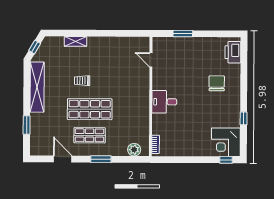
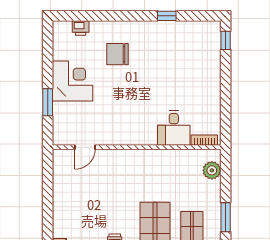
printer: (233, 52) -> (81, 28), width x0.53, depth x0.68
desk: (164, 102) -> (174, 128), moved
corner desk: (226, 142) -> (72, 81), moved, turned -90

